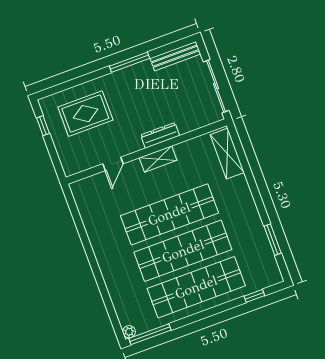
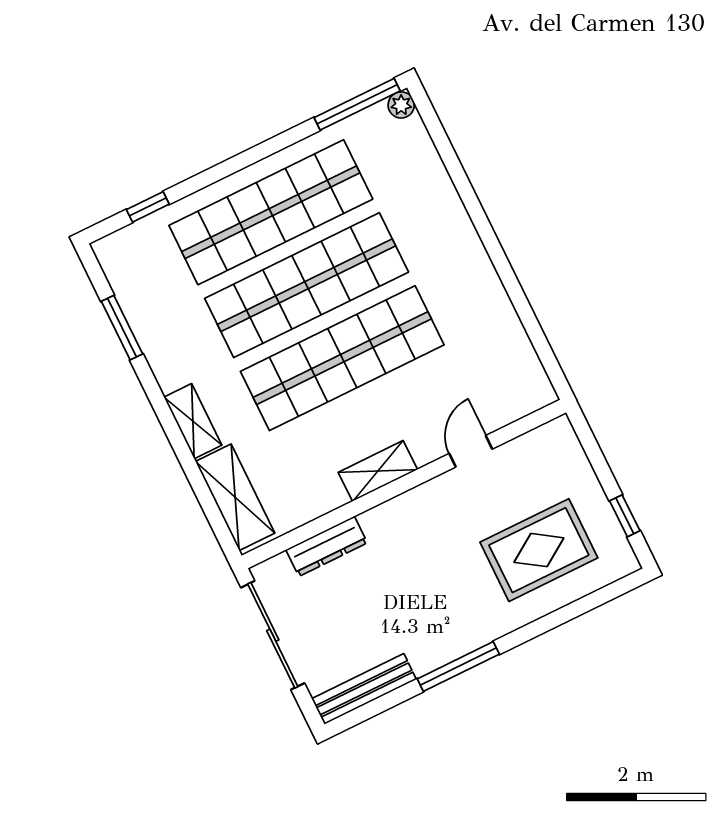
dresser: (160, 135) -> (327, 546), moved
shelving: (244, 192) -> (193, 421), added

